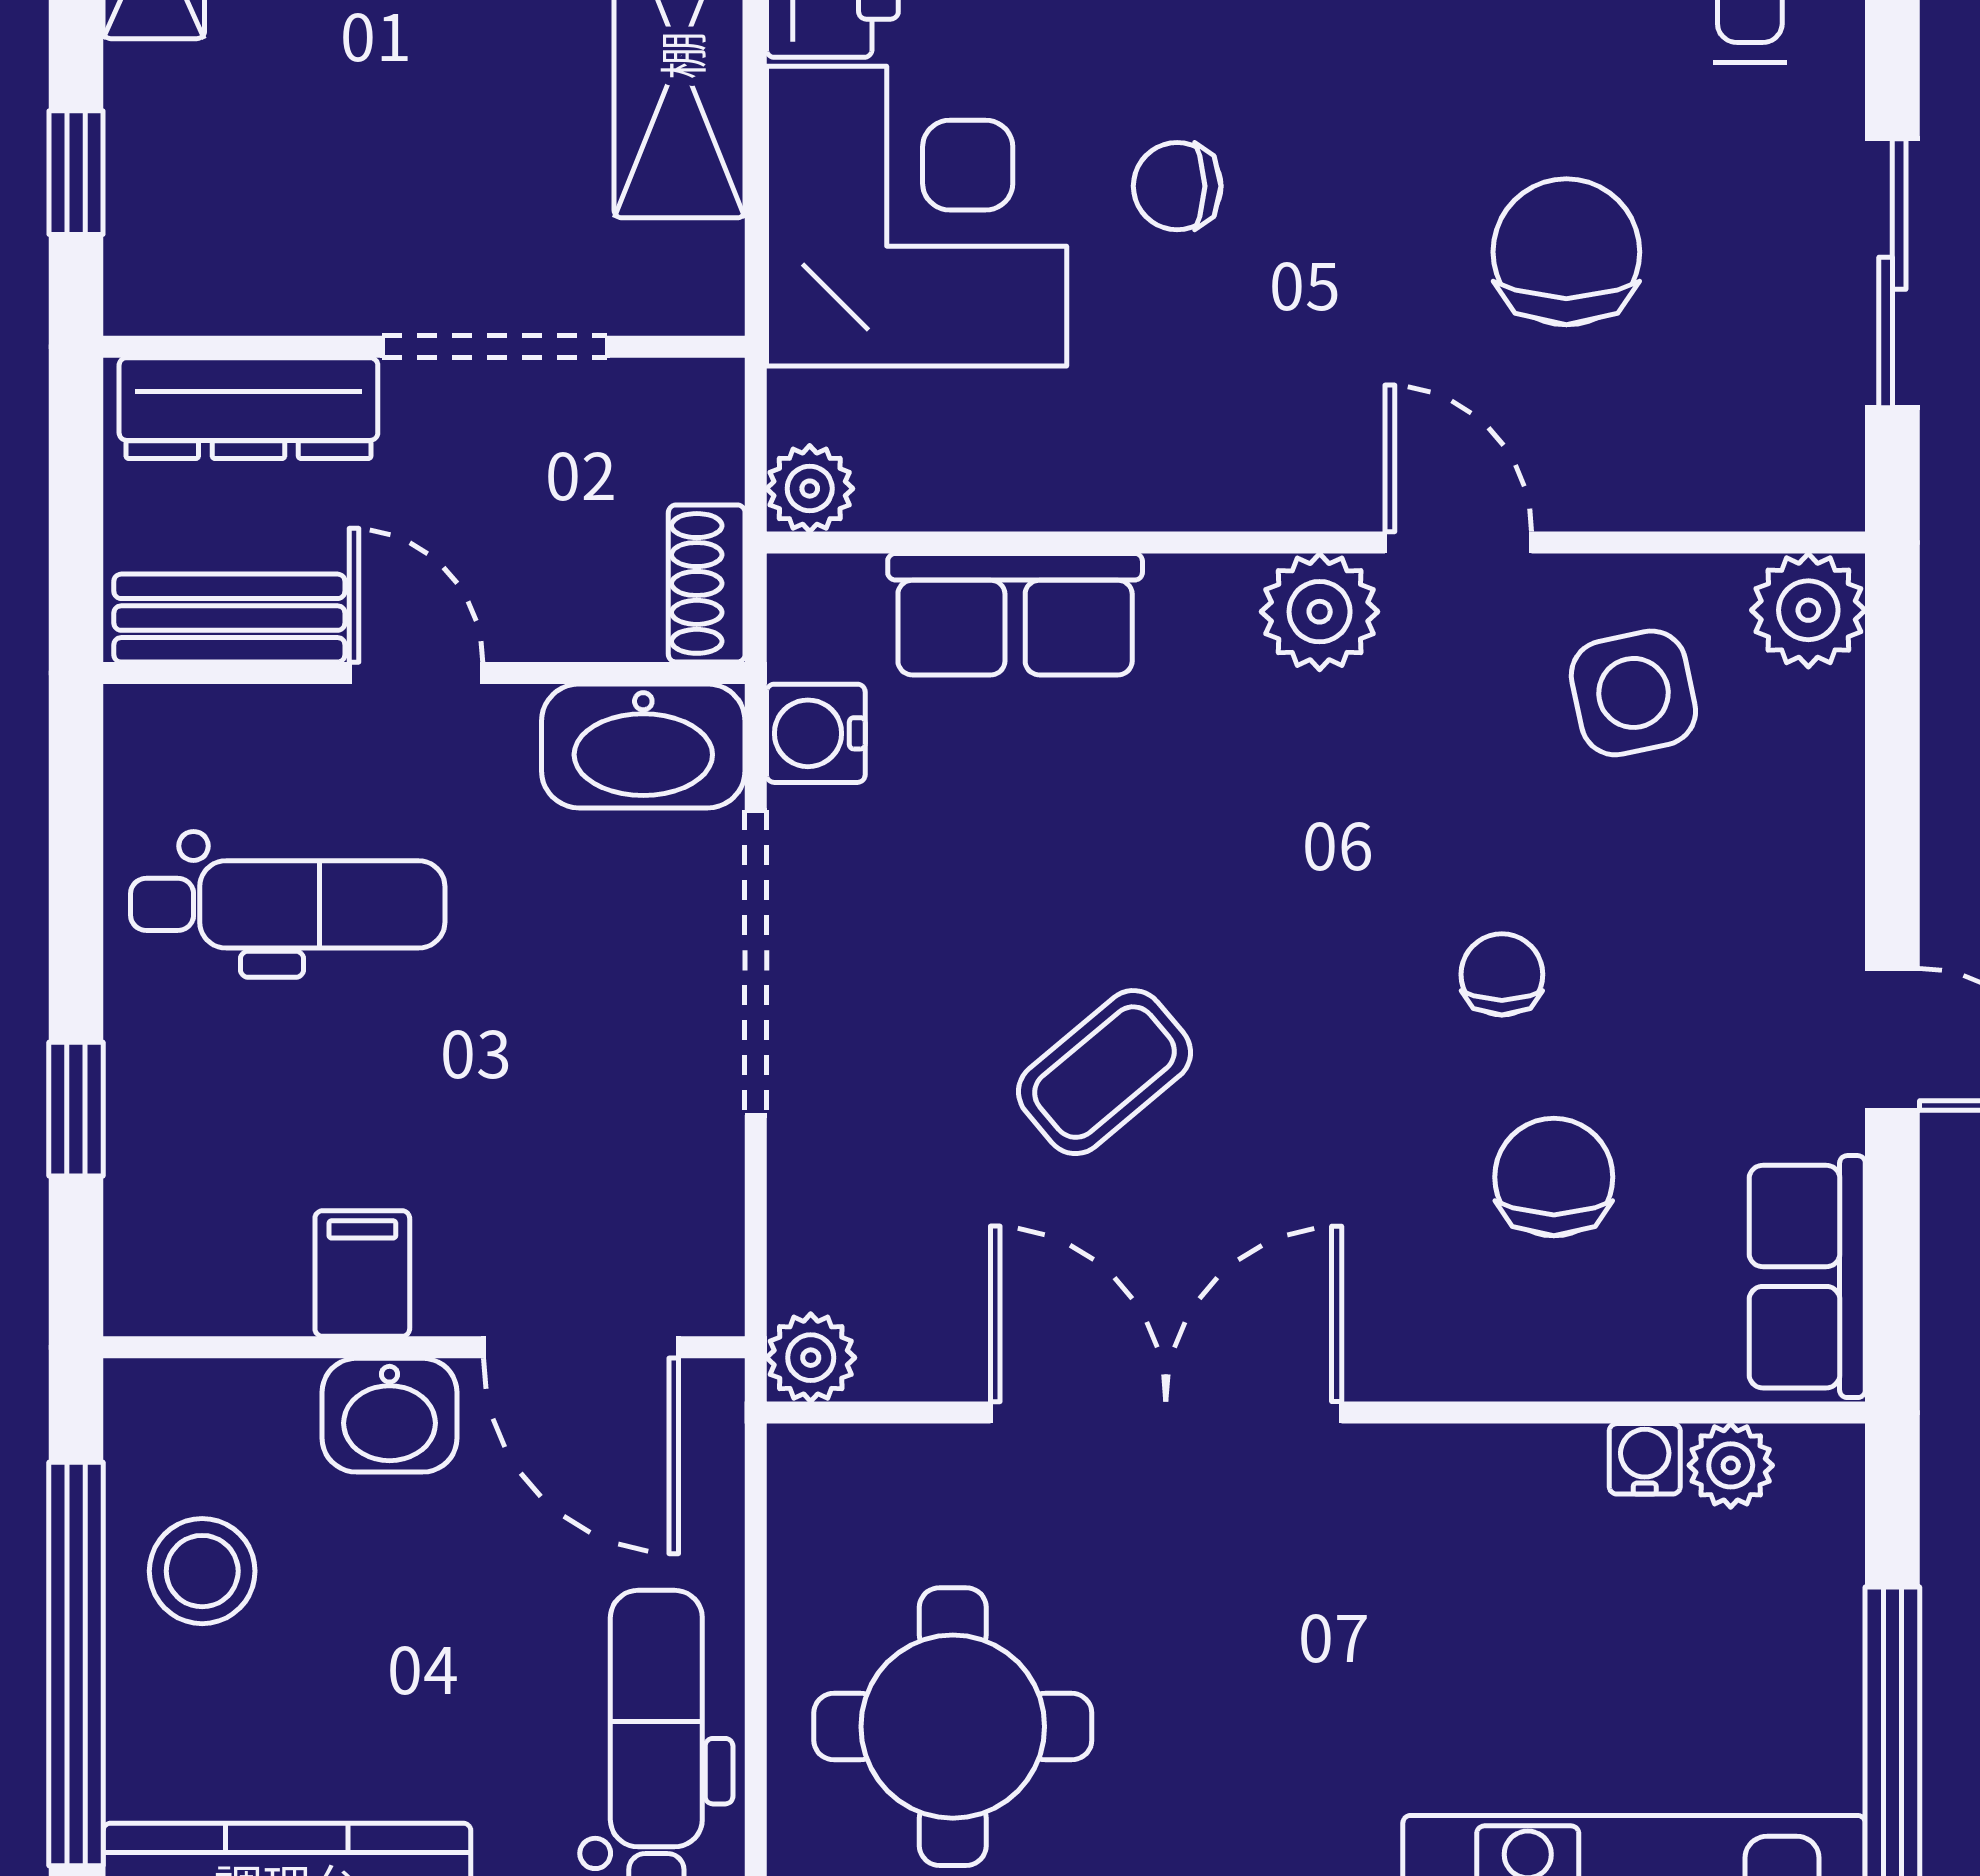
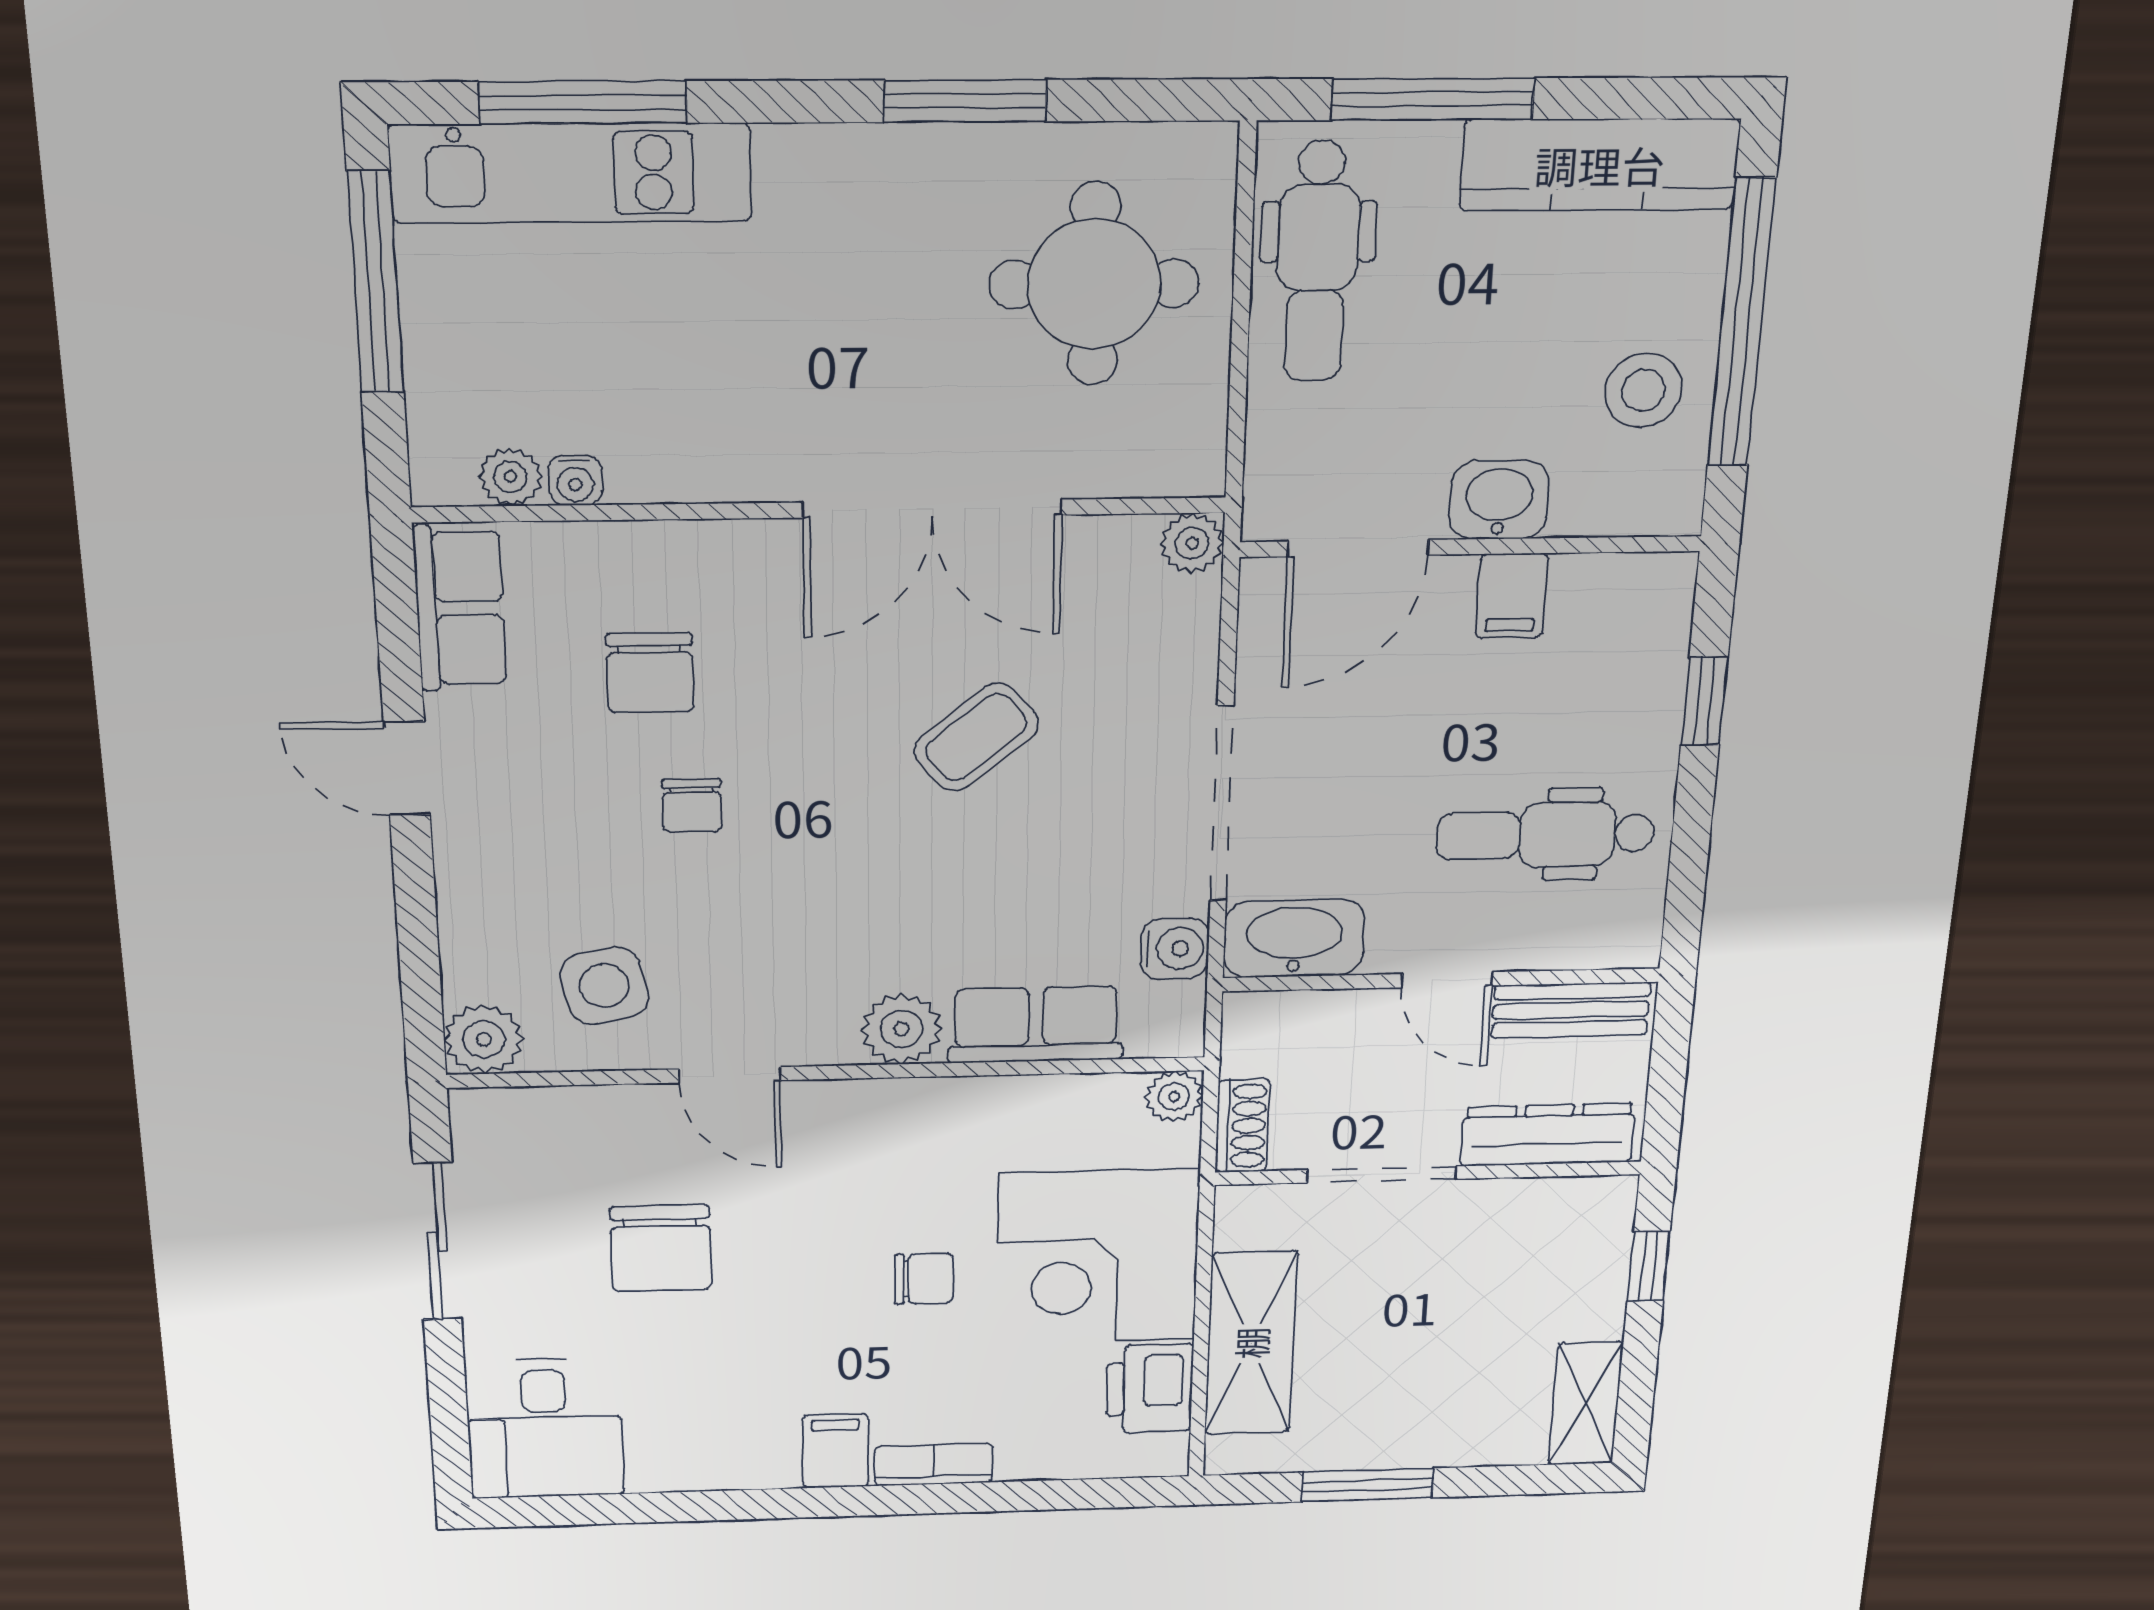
shoe rack: (707, 583) -> (1242, 1126), moved
plant: (1320, 612) -> (902, 1029), moved
door: (581, 1347) -> (1358, 548), swing flipped

